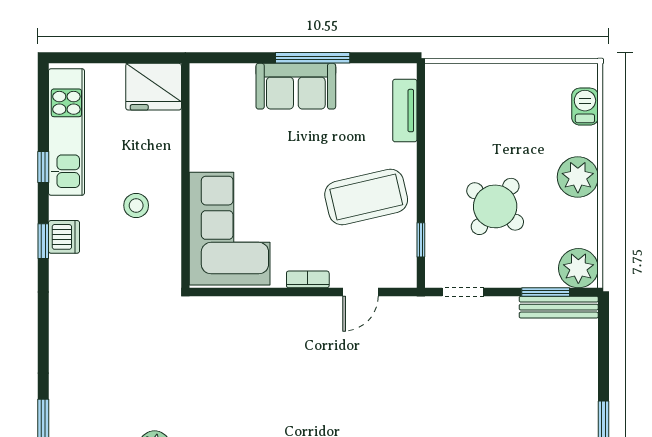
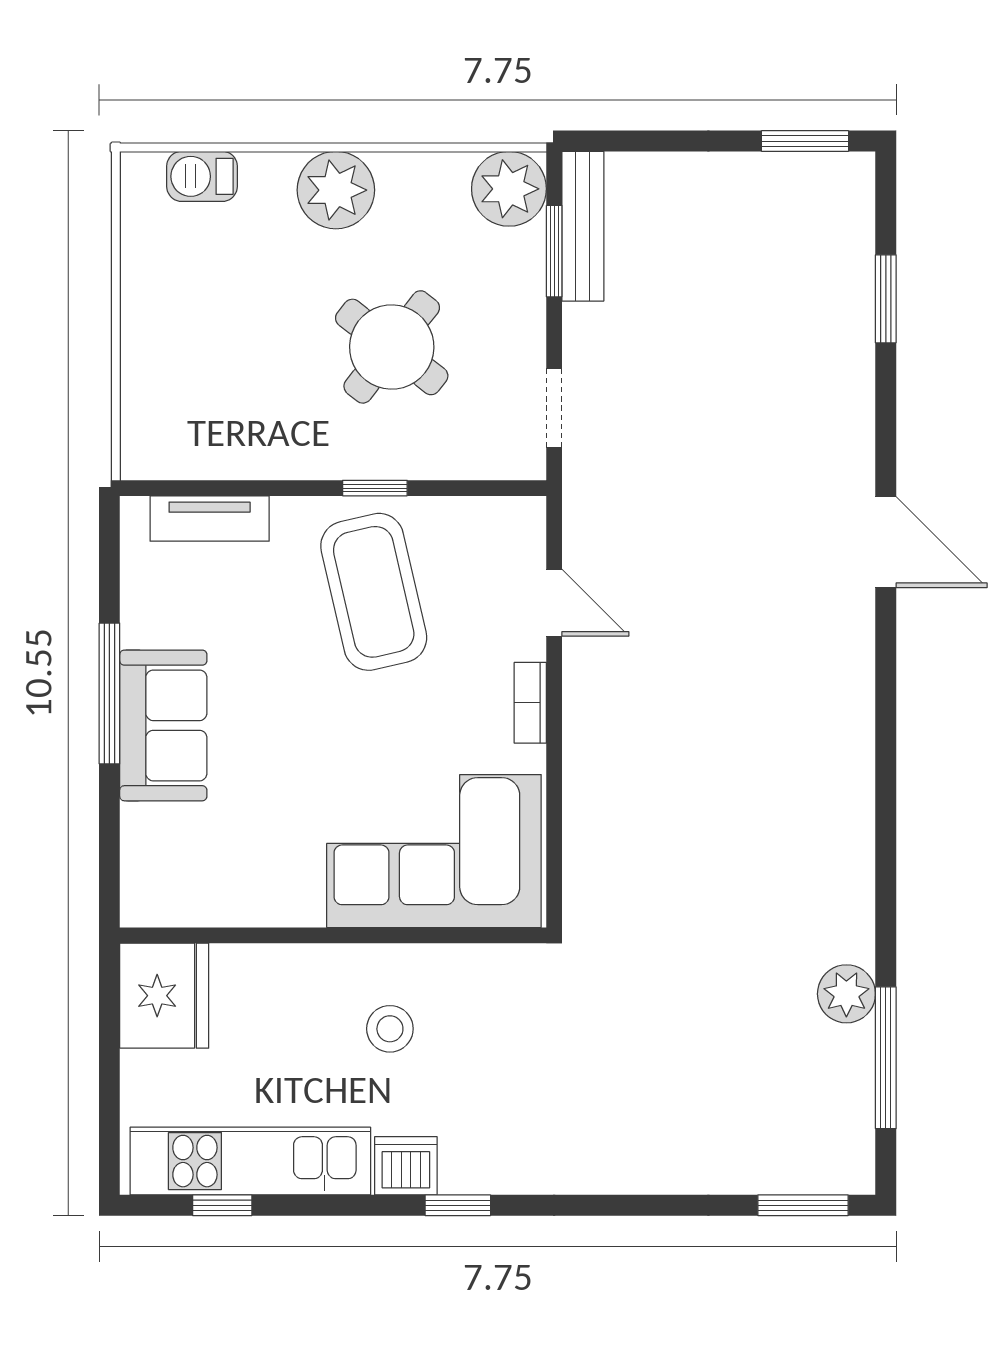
window: (43, 167) -> (222, 1205), moved
dishwasher: (64, 237) -> (406, 1166), moved
window: (421, 240) -> (375, 488), moved

